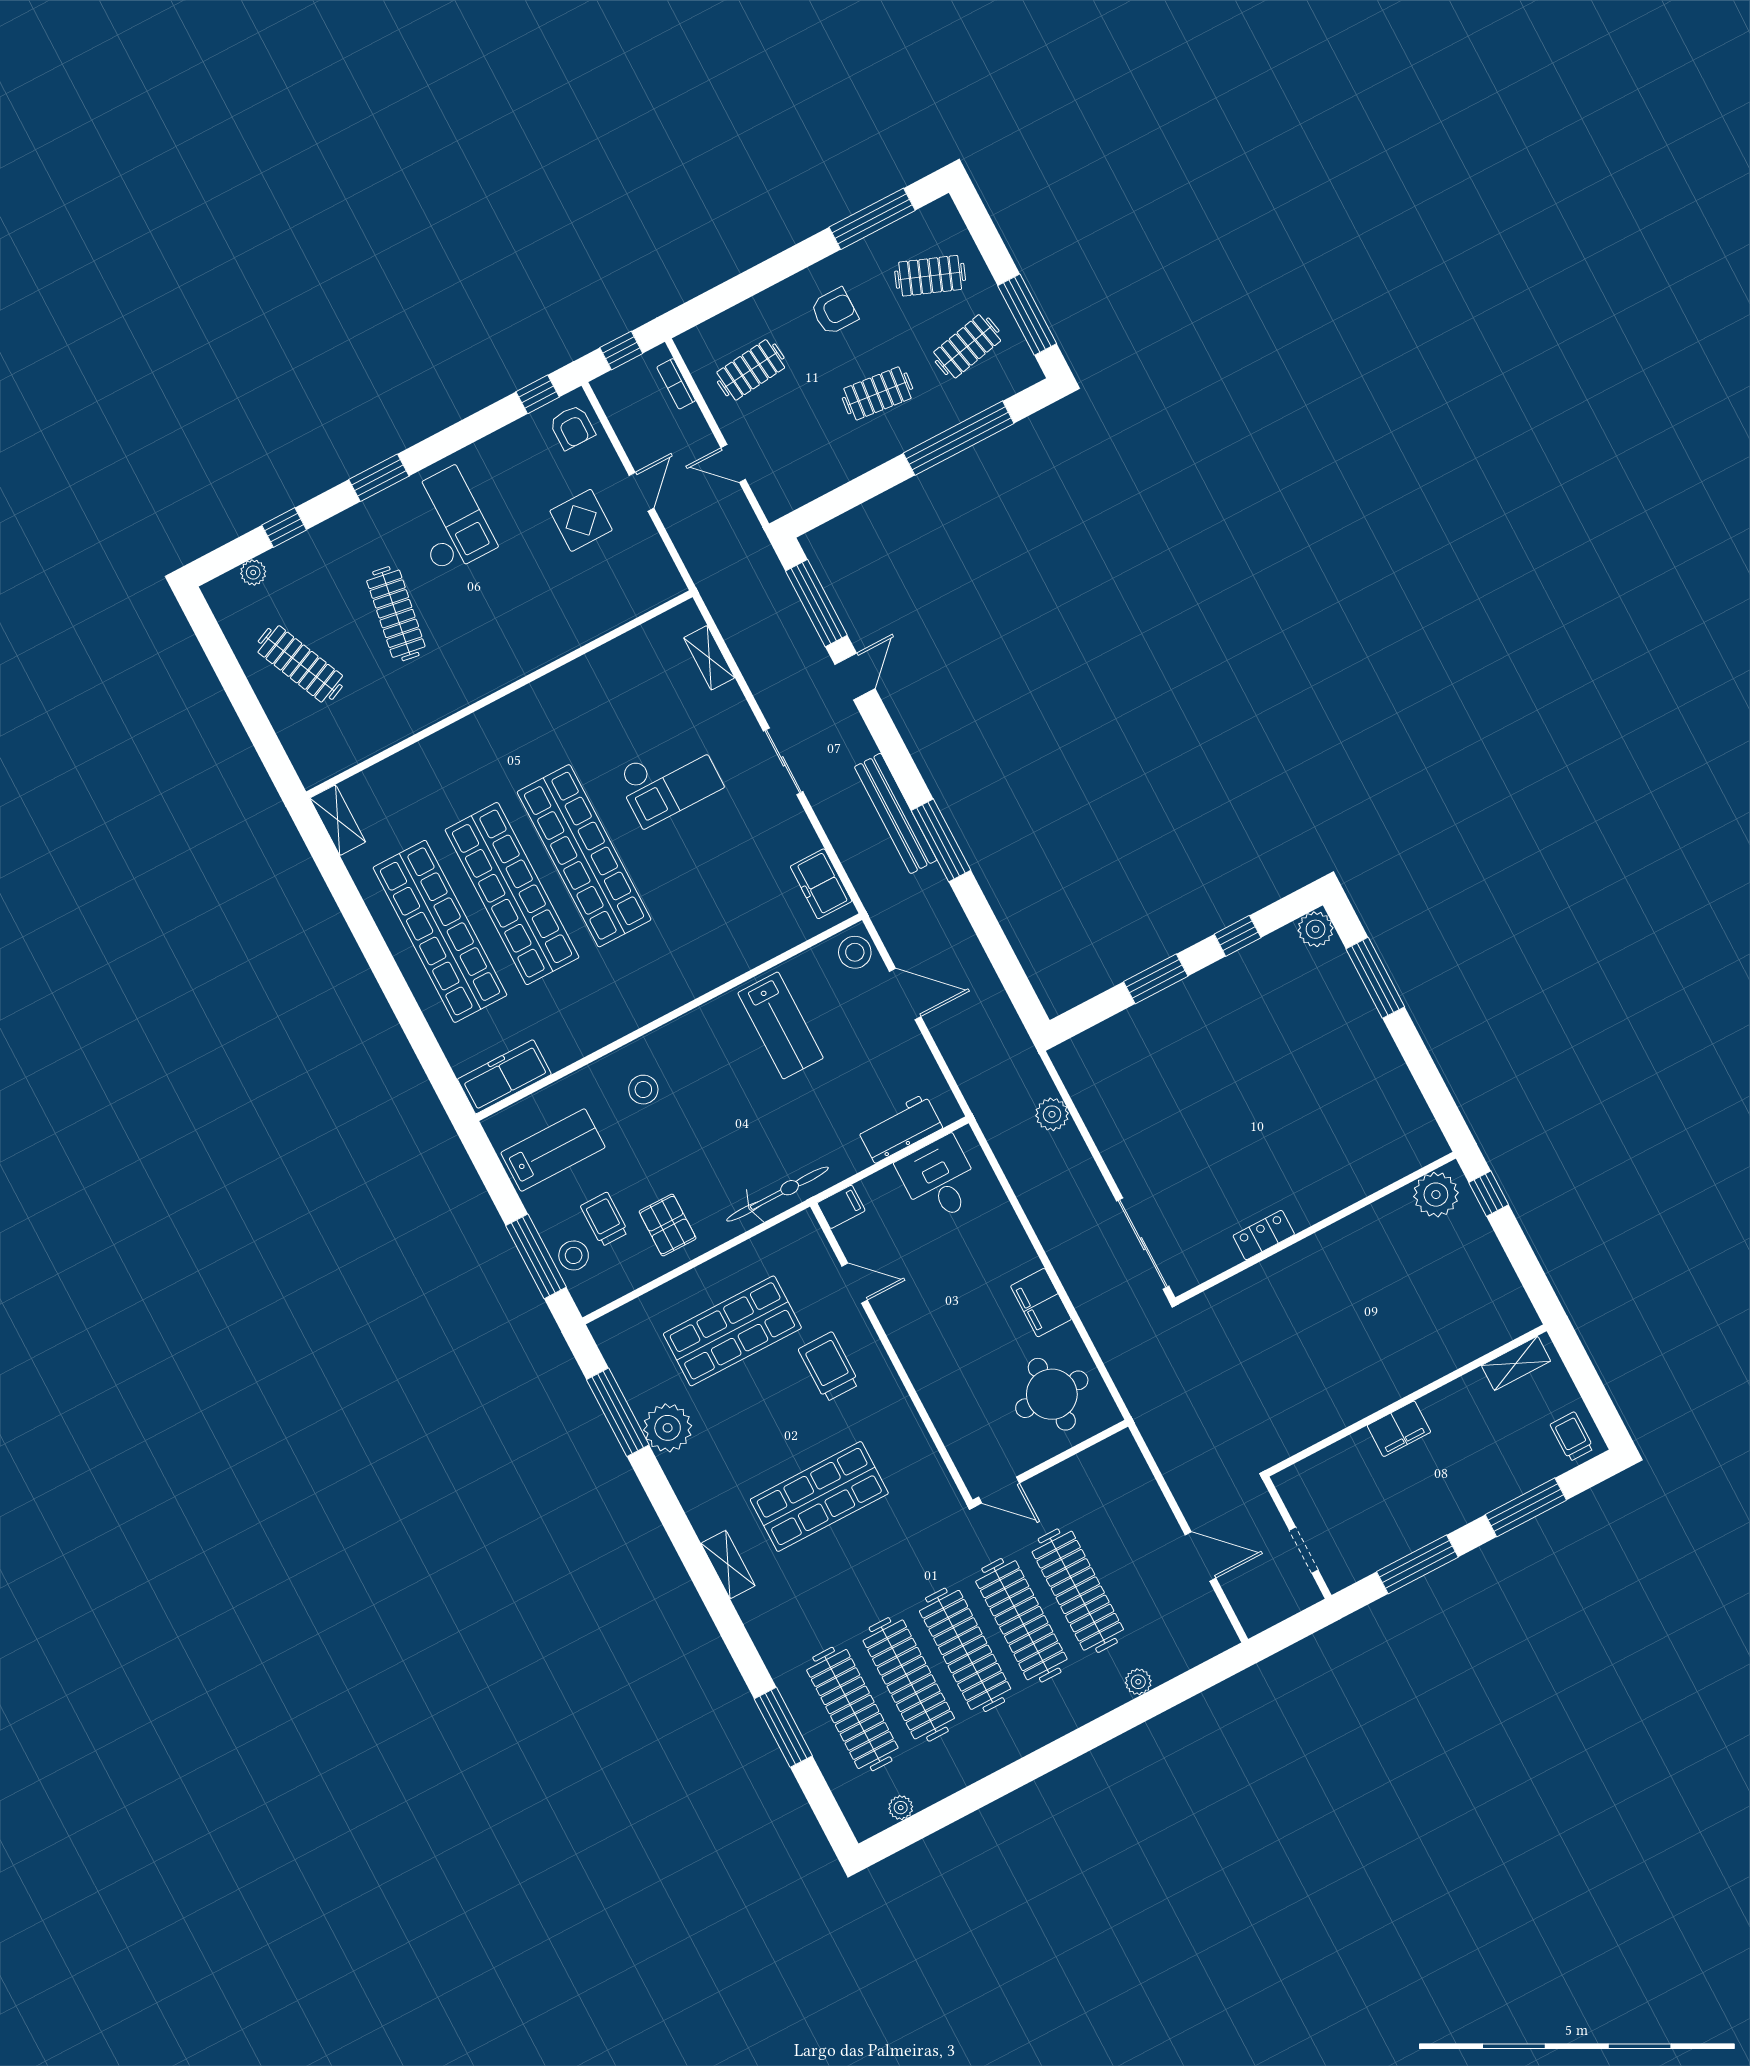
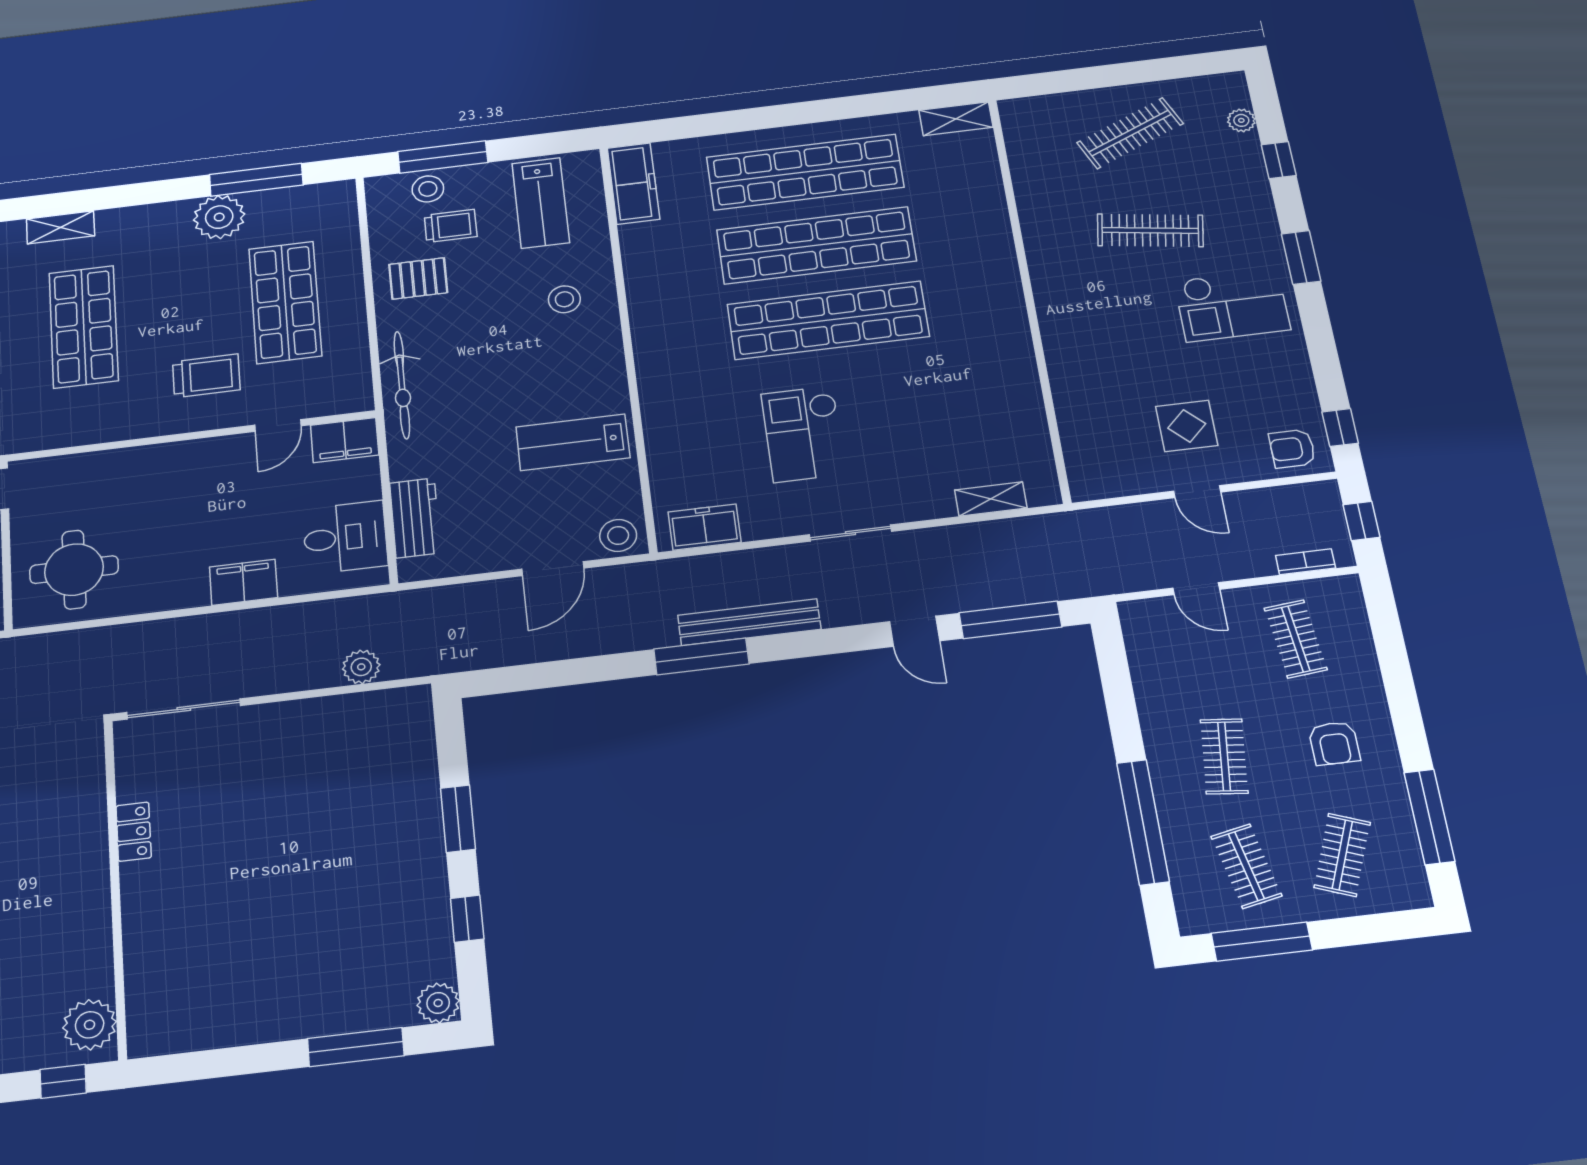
door: (733, 464) -> (1196, 589), swing flipped
checkout: (669, 780) -> (803, 434), moved
filing cabinet: (841, 1207) -> (345, 440), width x2.00
filing cabinet: (1041, 1303) -> (243, 582), moved

